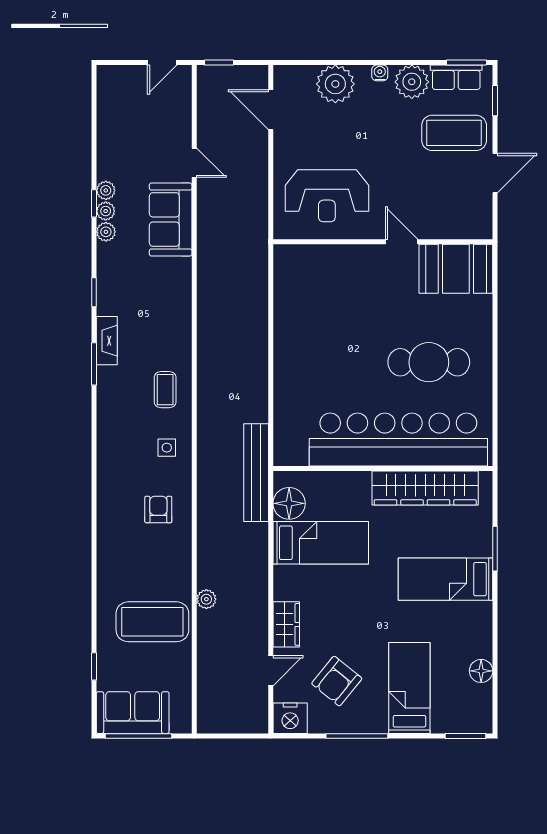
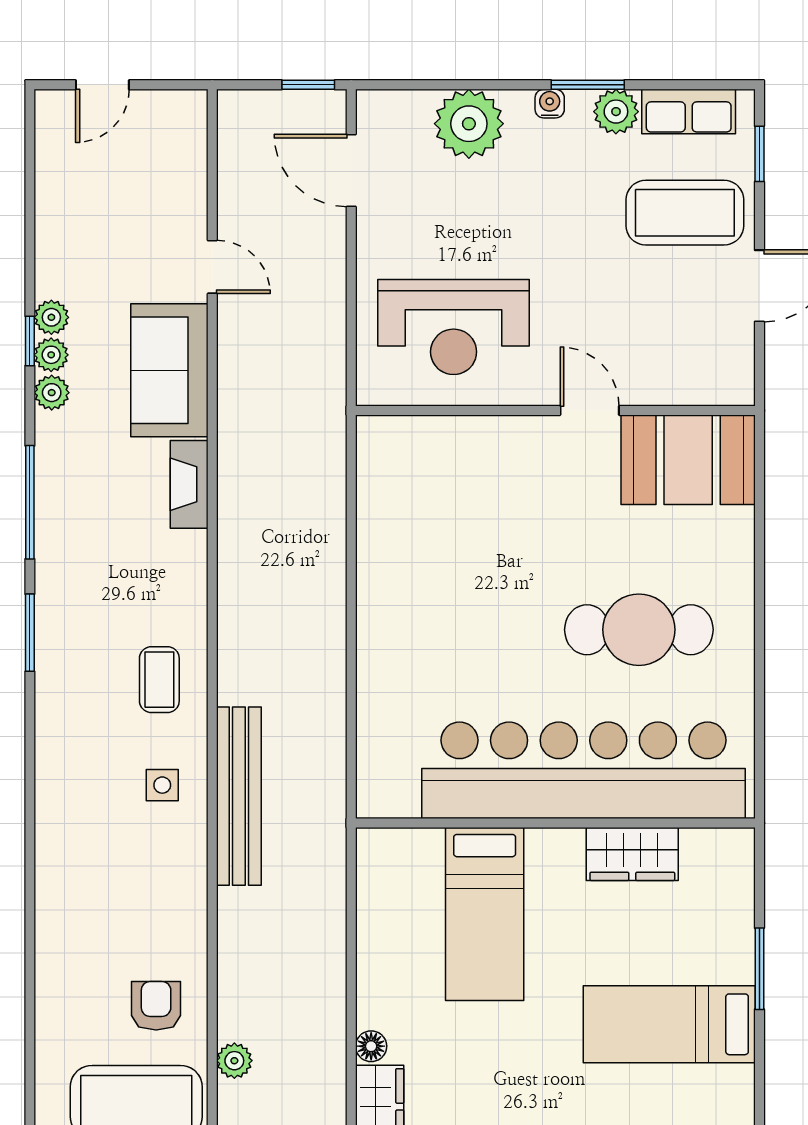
door: (162, 63) -> (102, 85), moved
window: (219, 63) -> (308, 85), moved
window: (467, 63) -> (588, 85), moved
plant: (412, 82) -> (616, 112), width x0.73, depth x0.73
window: (94, 292) -> (30, 502), width x2.17
fireplace: (107, 341) -> (189, 484), moved, turned 180
bench: (256, 473) -> (239, 796), moved
wardrobe: (425, 488) -> (632, 854), width x0.48, depth x0.85
floor lamp: (289, 503) -> (371, 1046), moved, width x0.53, depth x0.53
armchair: (158, 509) -> (156, 1006), moved
bed: (321, 543) -> (485, 914), moved, turned 90

